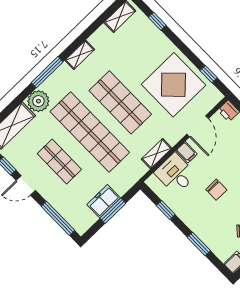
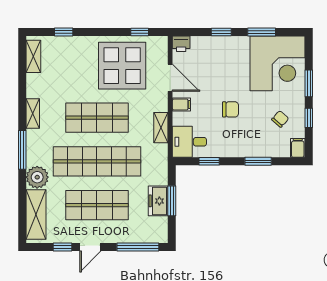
shop shelf: (59, 162) -> (97, 205), width x1.43, depth x1.36
desk: (175, 174) -> (189, 142), moved

